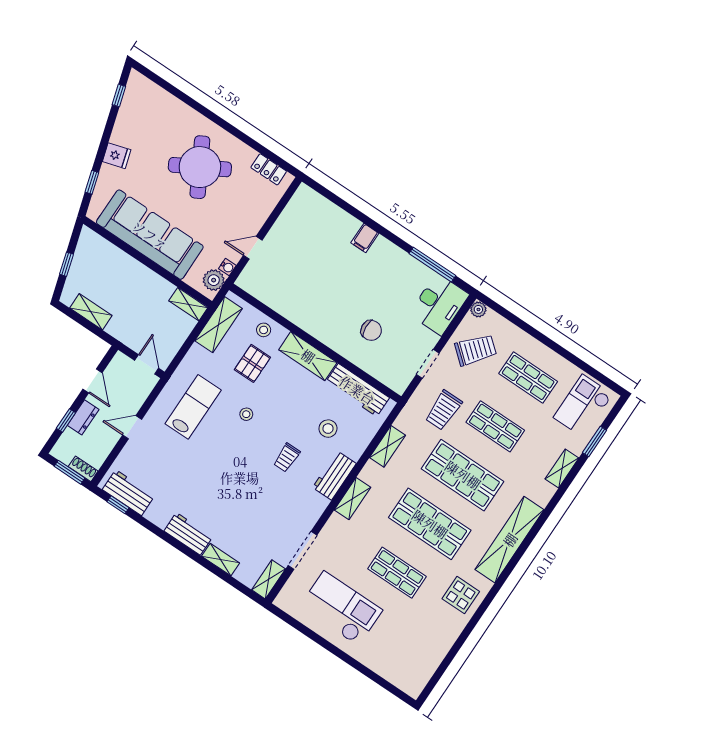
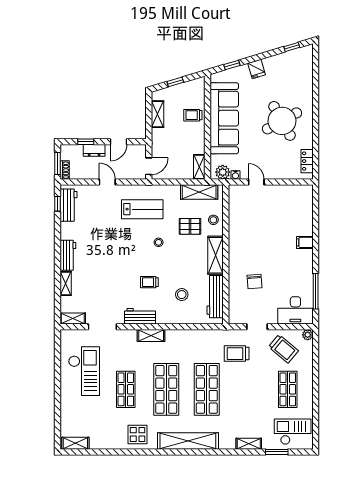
trolley: (121, 270) -> (193, 115), added
shop shelf: (495, 426) -> (247, 389), removed
shelving: (388, 446) -> (75, 443), moved
workbench: (334, 475) -> (140, 316), moved

